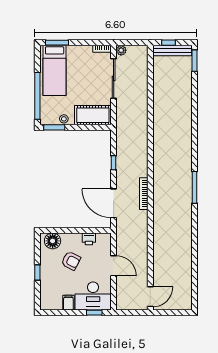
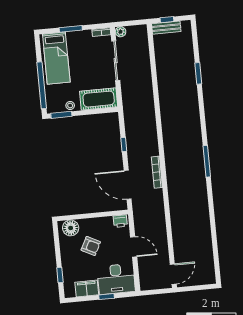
window: (57, 43) -> (71, 29), moved
bench: (172, 51) -> (166, 28), width x0.73
window: (195, 61) -> (198, 73), moved
printer: (89, 239) -> (120, 221), moved
window: (37, 273) -> (60, 275), moved
filing cabinet: (68, 303) -> (87, 288), width x2.00
window: (94, 313) -> (107, 297), moved

